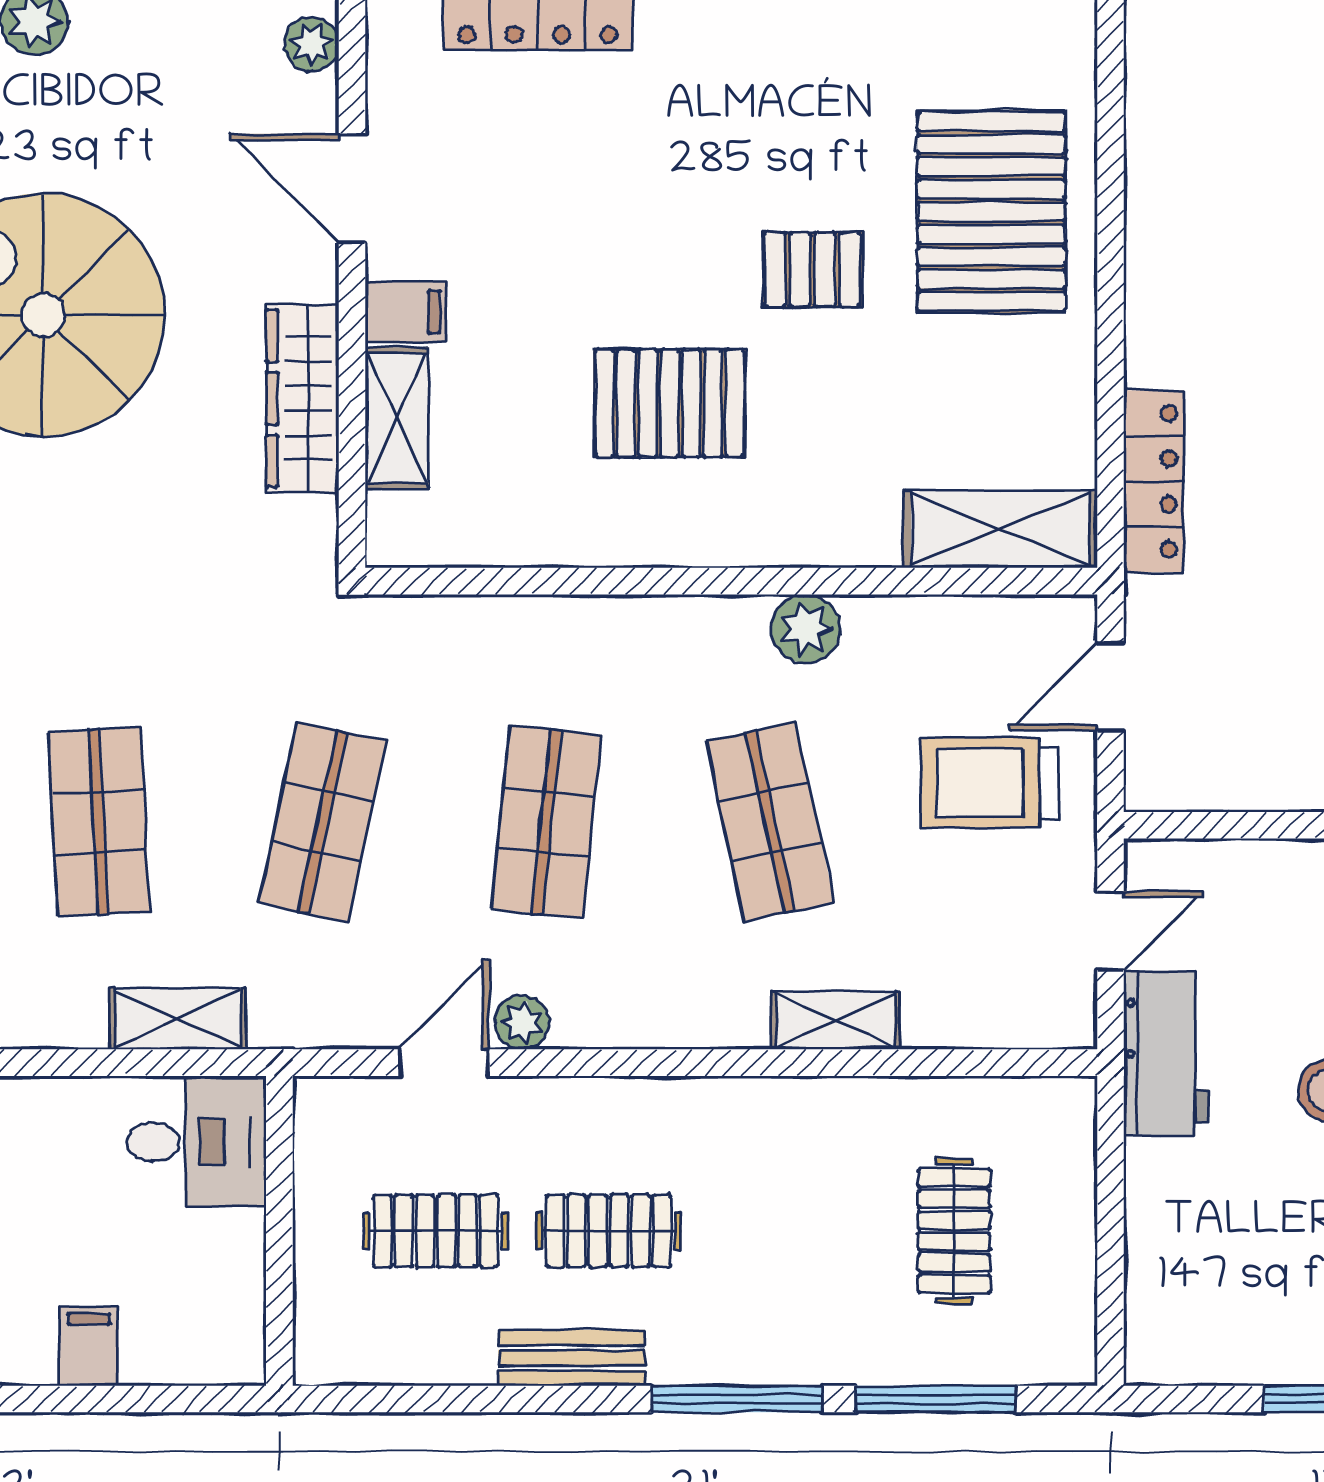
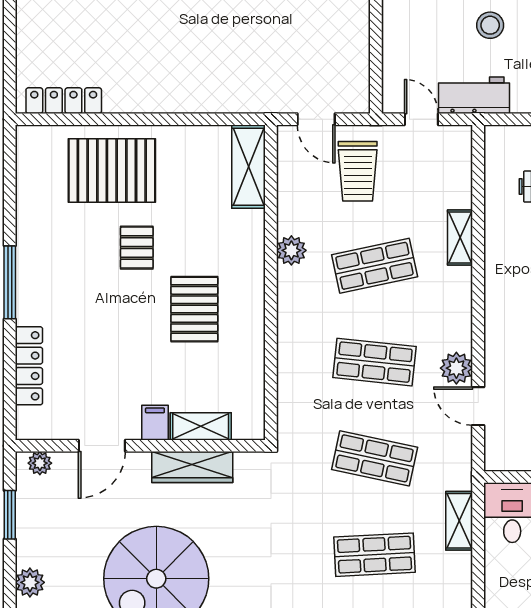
locker: (1154, 481) -> (64, 101), moved
plant: (522, 1022) -> (456, 368), width x1.38, depth x1.38

